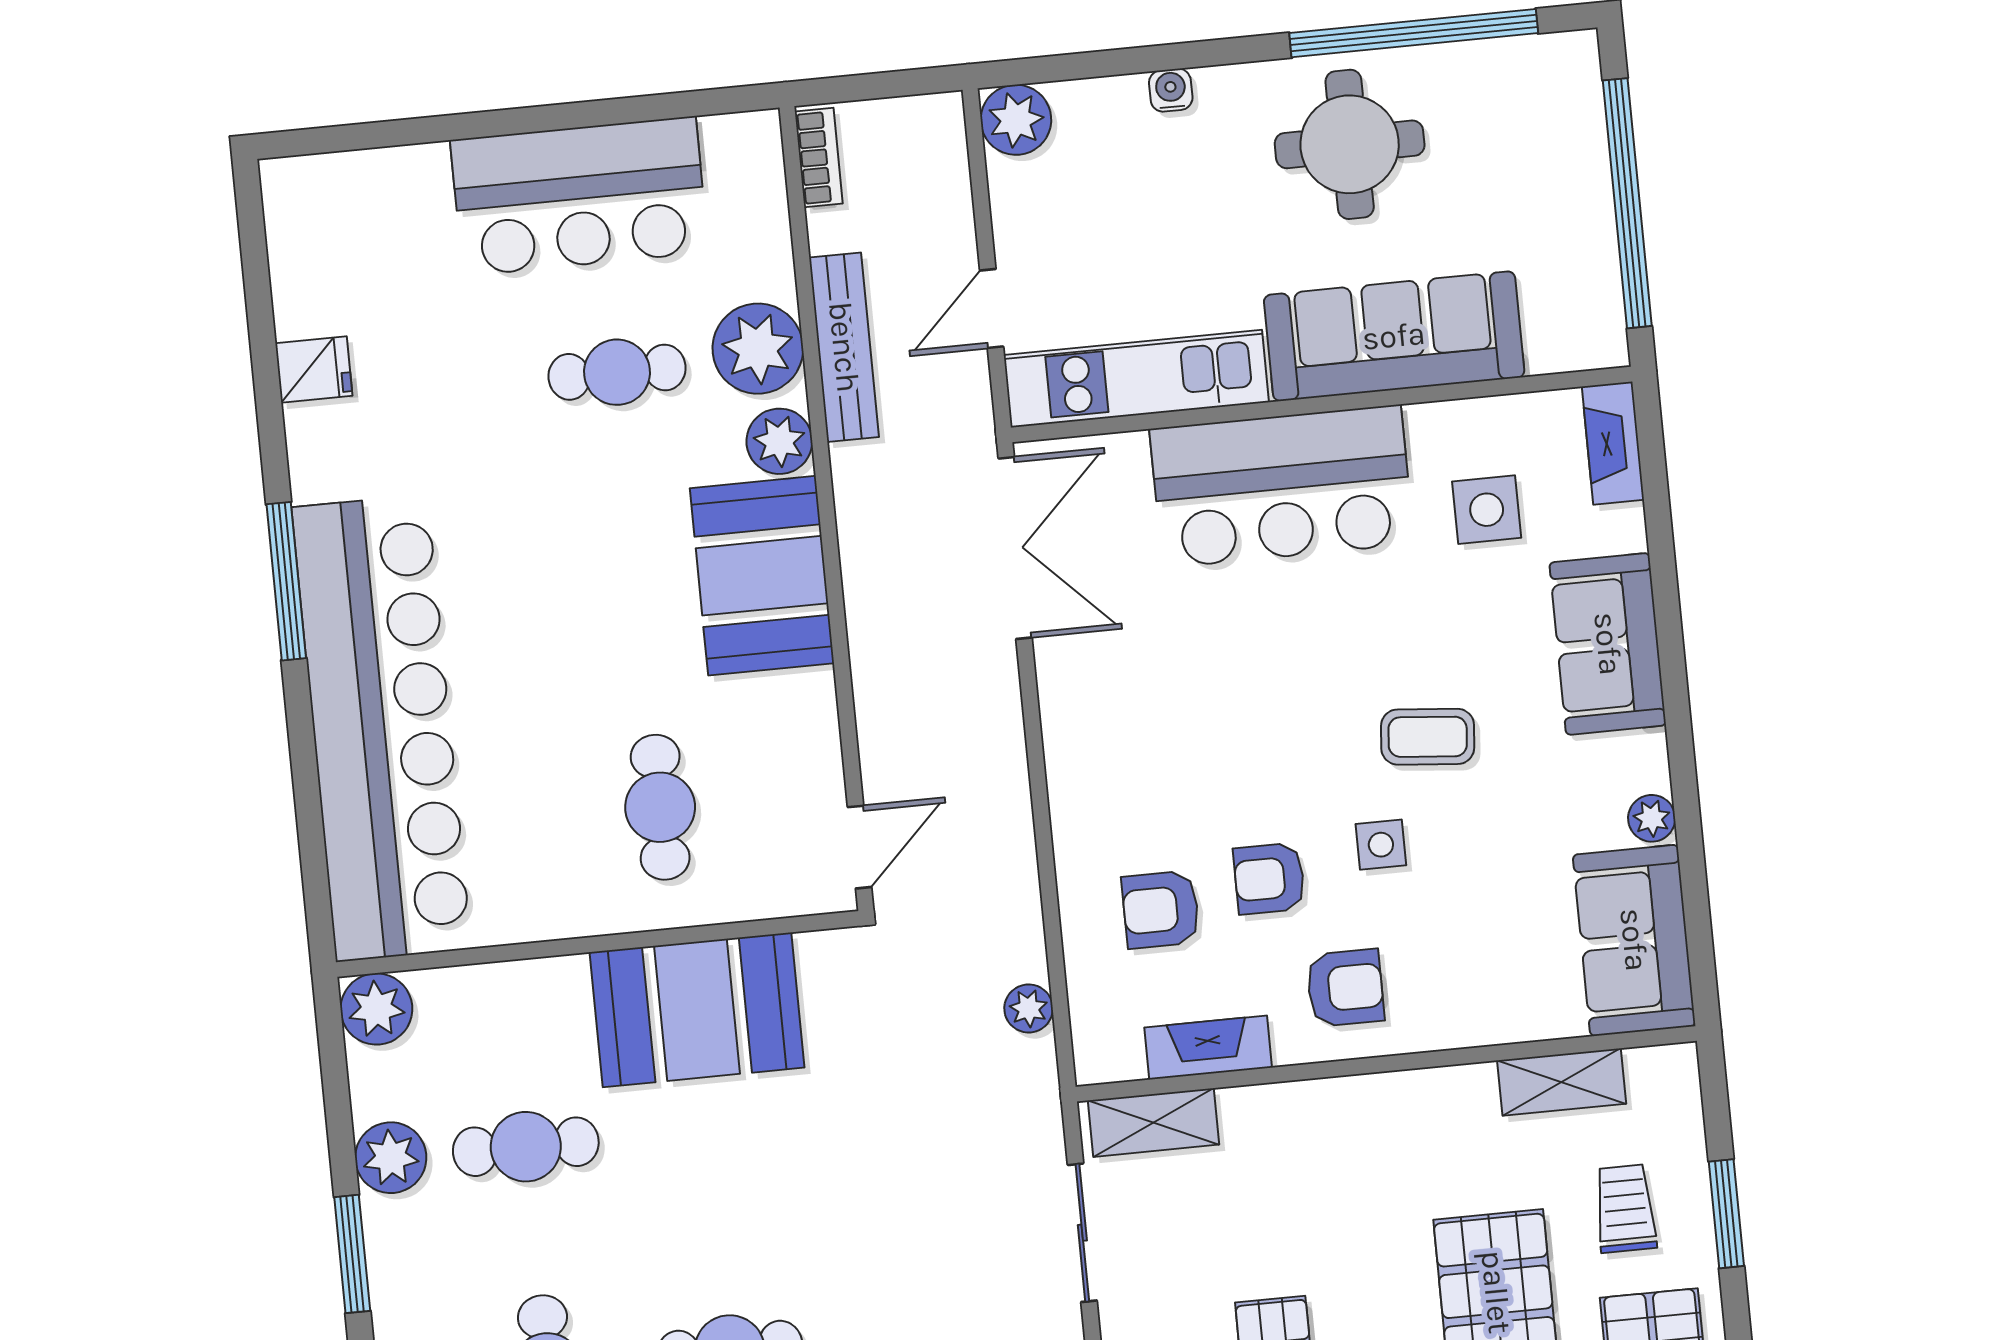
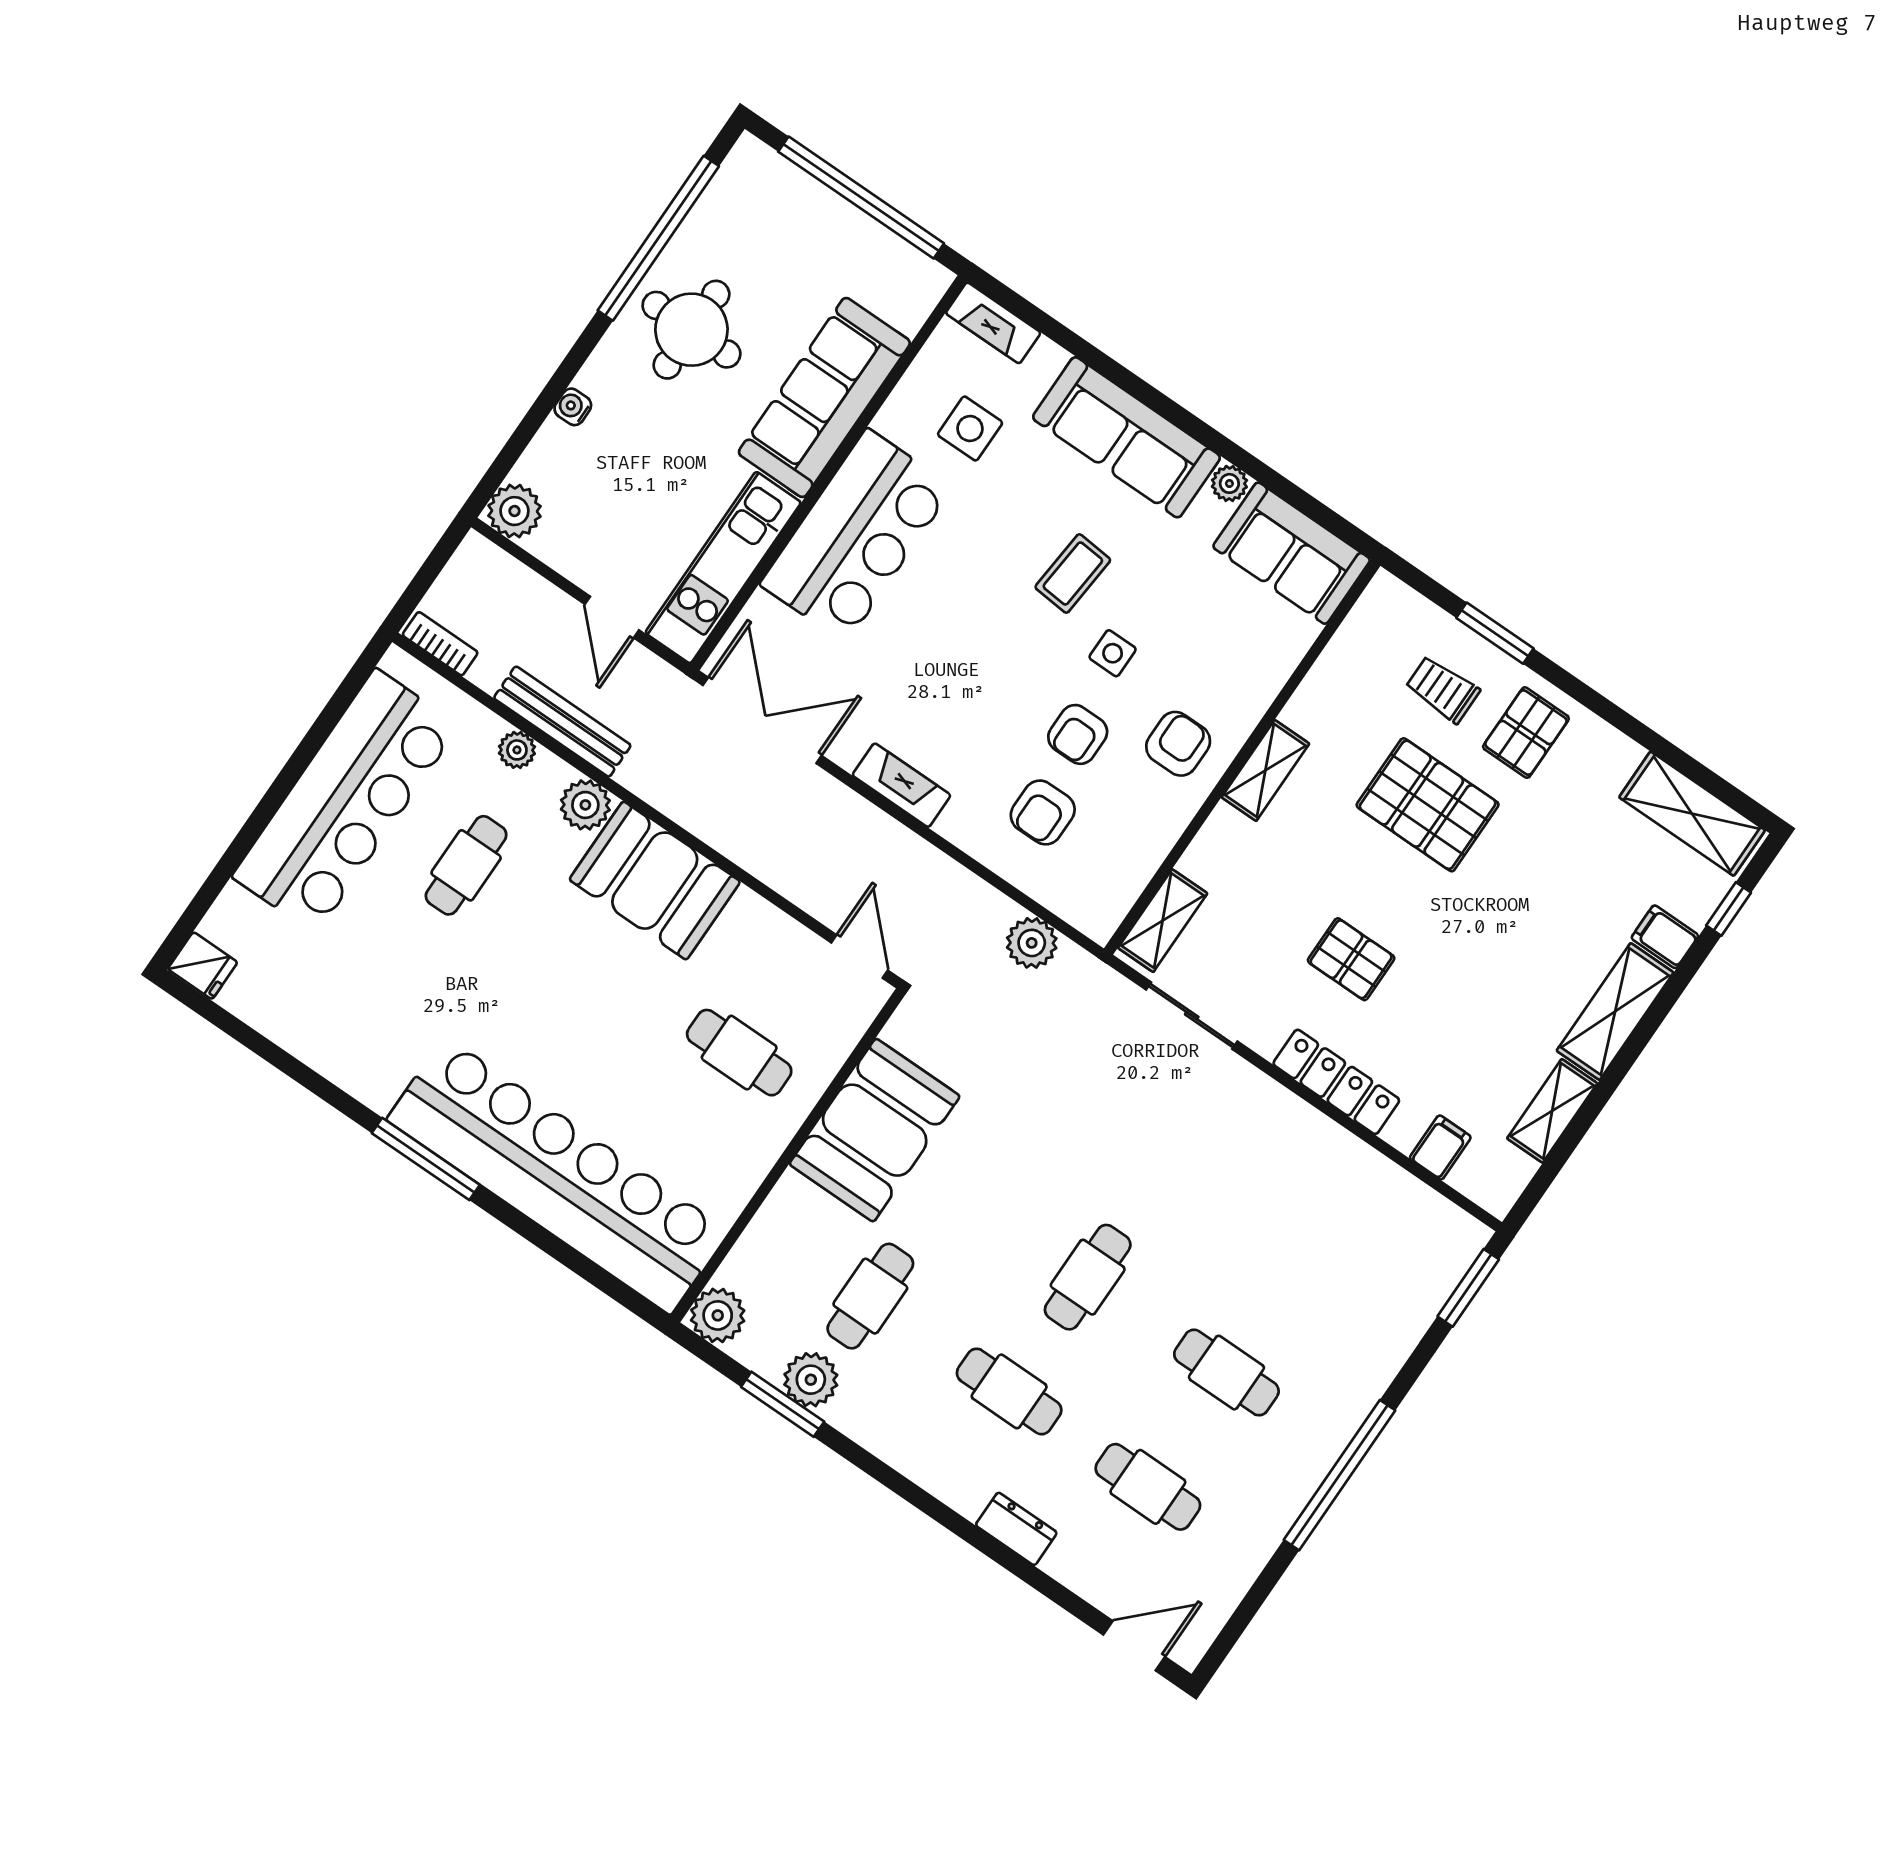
bar counter: (579, 196) -> (346, 801), width x1.36
plant: (758, 349) -> (517, 750), width x0.53, depth x0.53
fridge: (314, 370) -> (203, 966), moved, turned 90
sofa: (1608, 644) -> (1126, 437), width x1.36
plant: (1029, 1008) -> (1032, 943), width x1.38, depth x1.38
fireplace: (1208, 1047) -> (901, 785), moved, turned 90
shelving: (1562, 1082) -> (1265, 770), moved
window: (352, 1254) -> (783, 1404), moved

